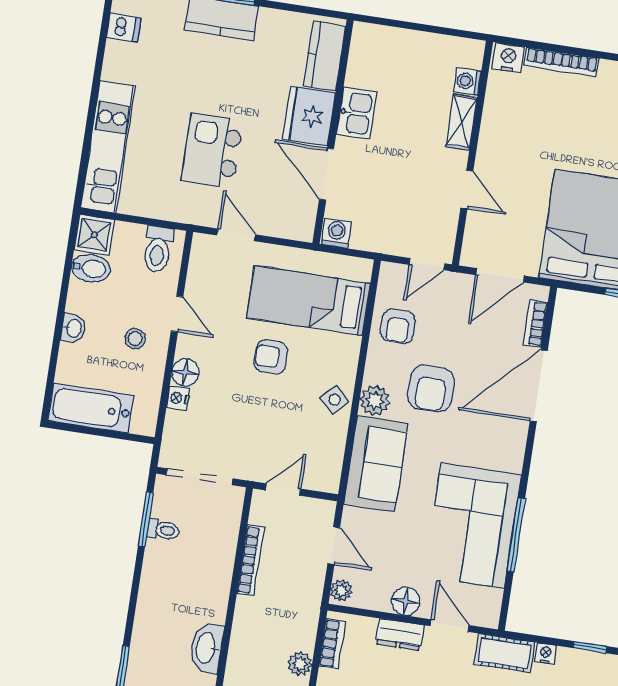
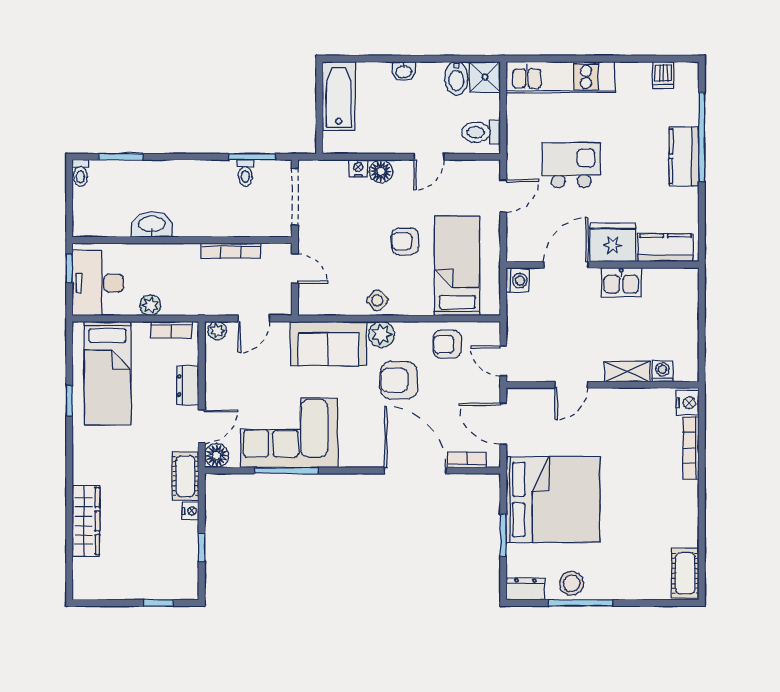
stool: (135, 339) -> (403, 125), removed
armchair: (271, 357) -> (405, 241), turned -90
floor lamp: (406, 601) -> (217, 456), moved

